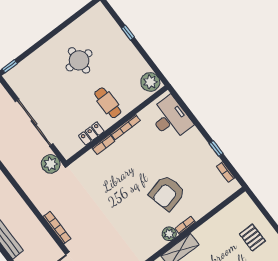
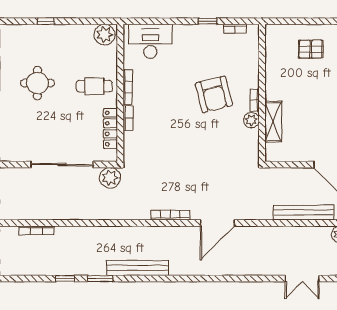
locker: (91, 133) -> (110, 129), width x1.53

